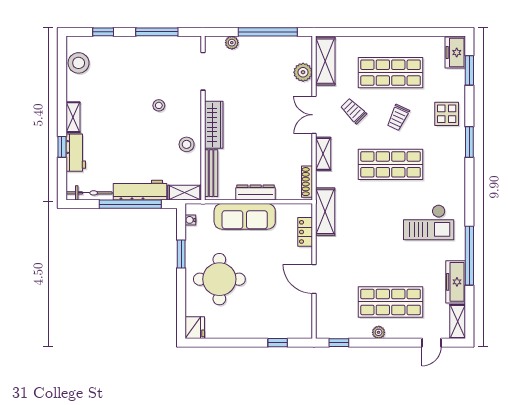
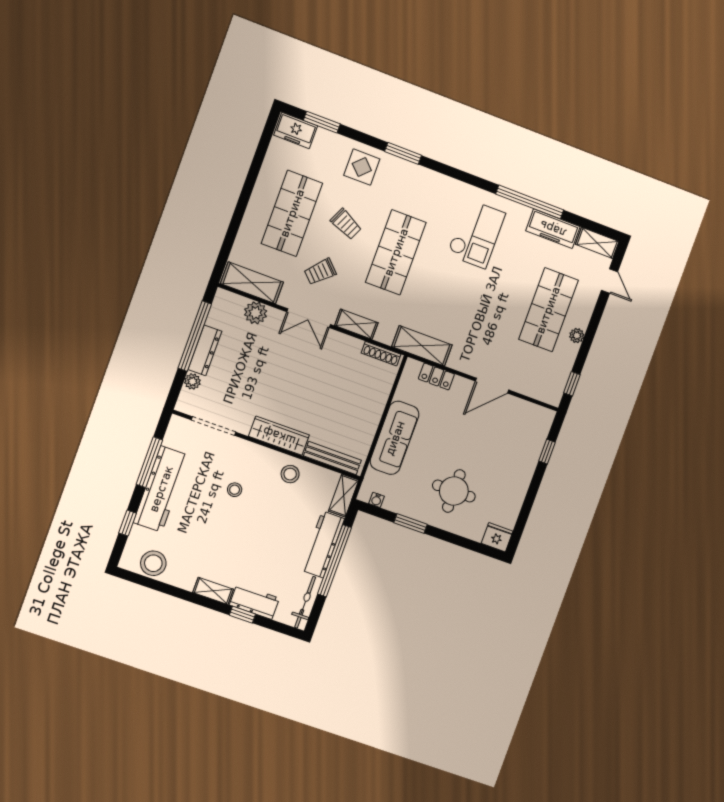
workbench: (139, 48) -> (161, 489), added
dresser: (256, 192) -> (205, 350), moved, turned 180
round table: (219, 279) -> (454, 491), width x0.73, depth x0.73

